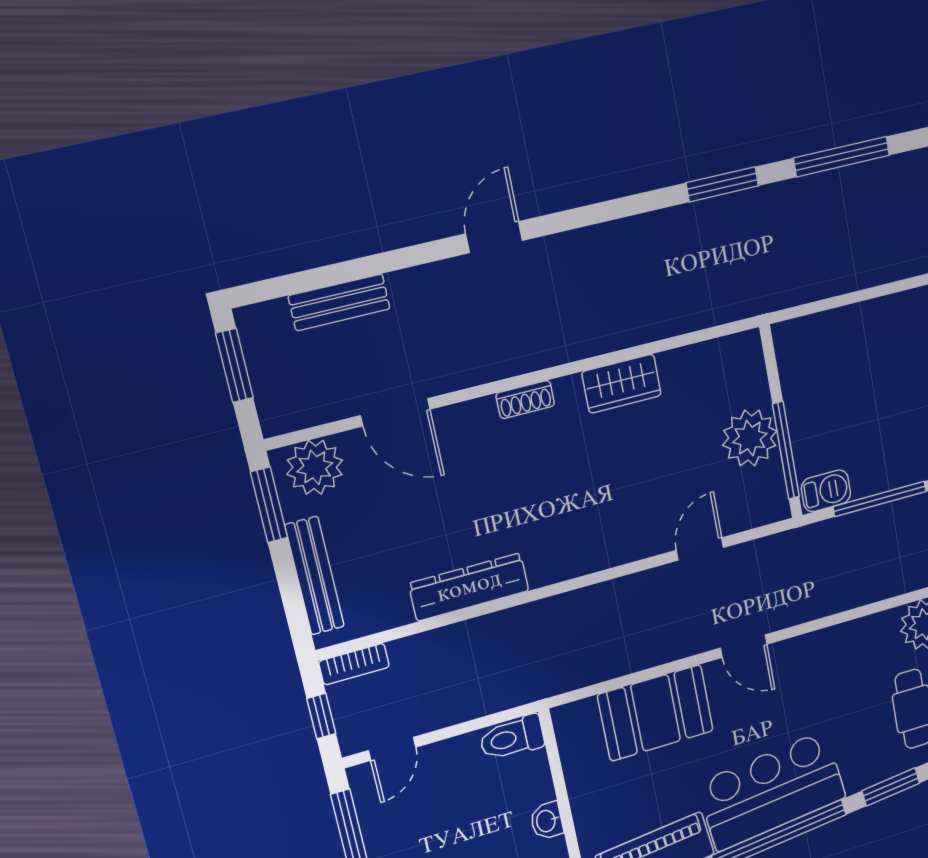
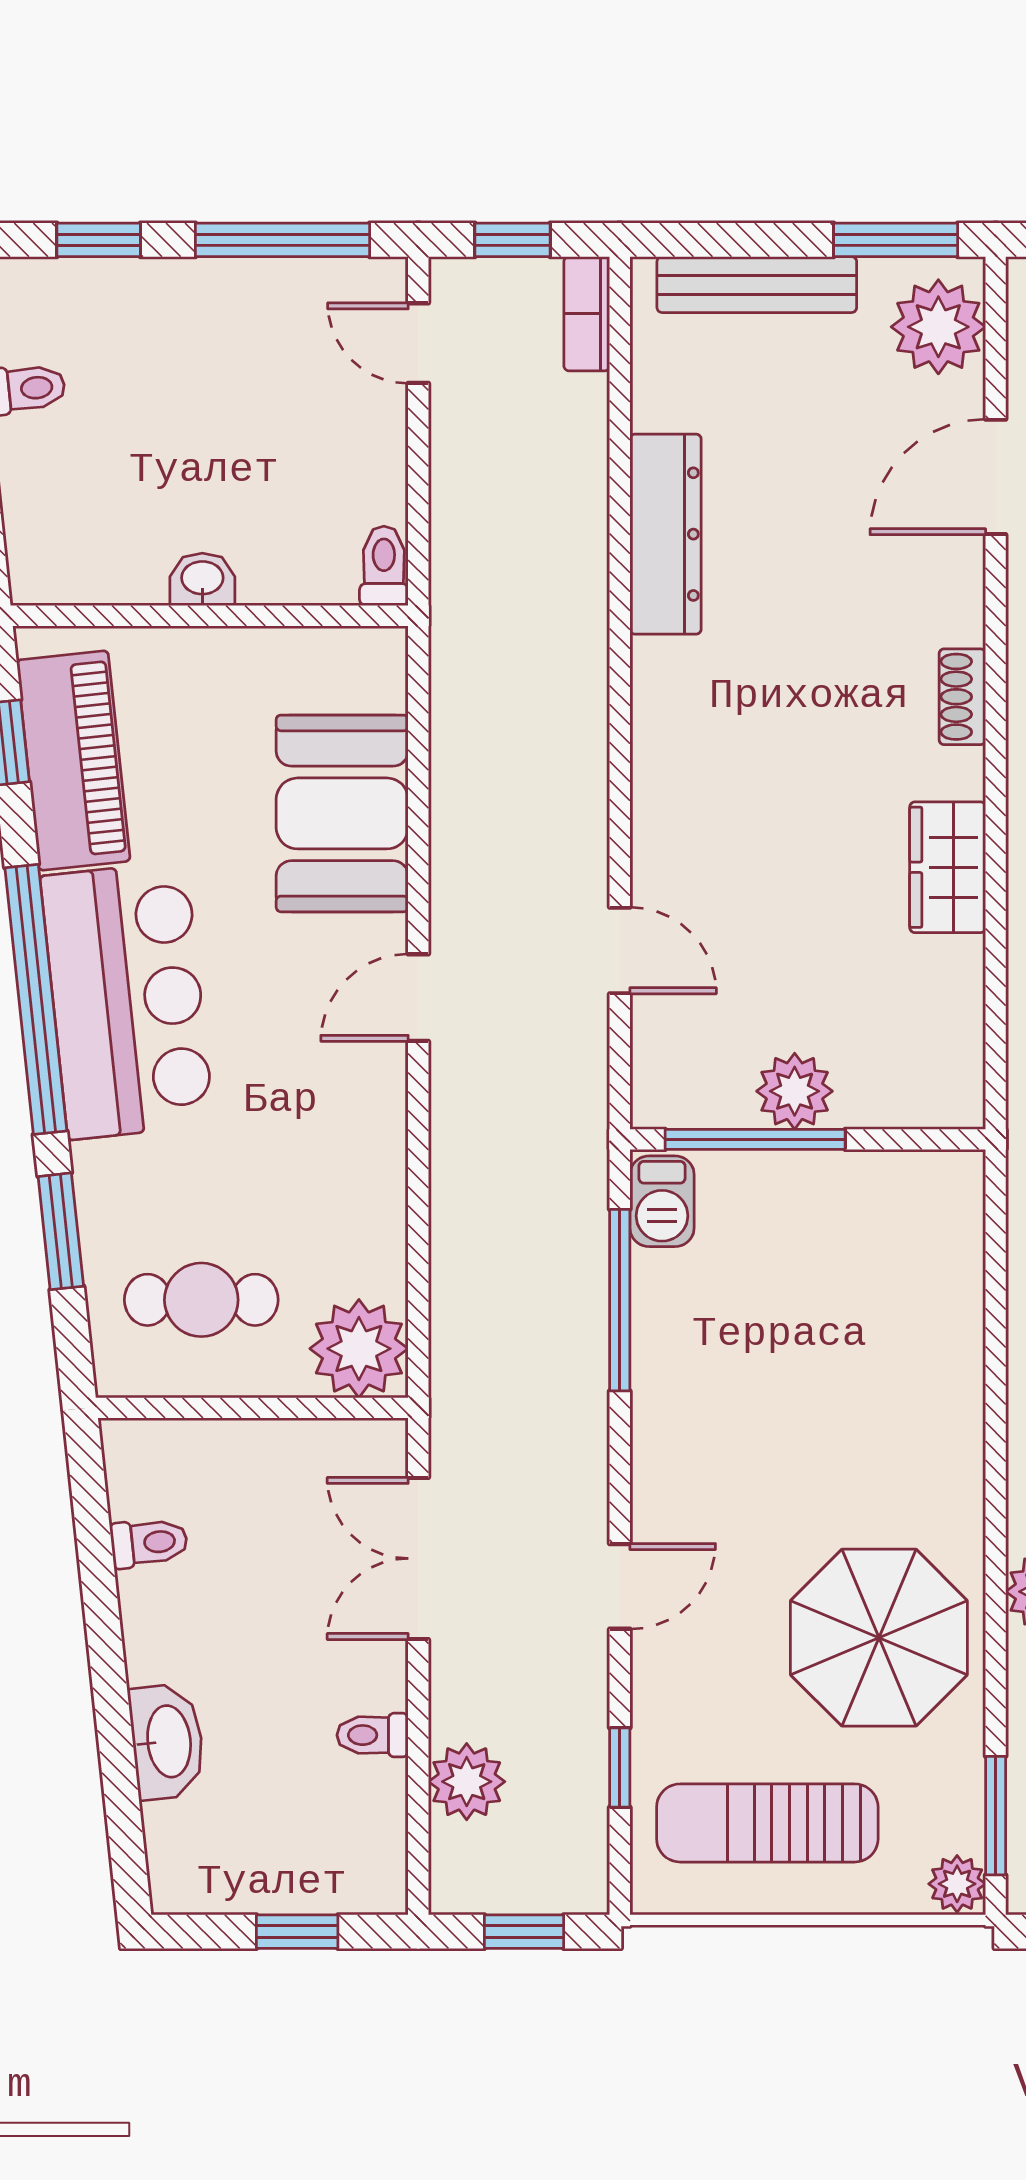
plant: (750, 438) -> (795, 1091), width x0.73, depth x0.73
toilet: (512, 738) -> (384, 566), width x0.73, depth x0.72

